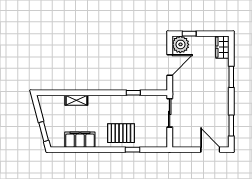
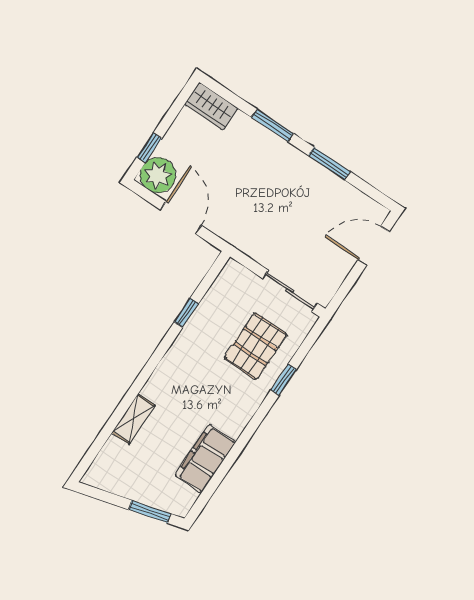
sliding door: (170, 113) -> (290, 291), moved
window: (231, 125) -> (329, 164), moved
pallet: (121, 133) -> (256, 346), moved

